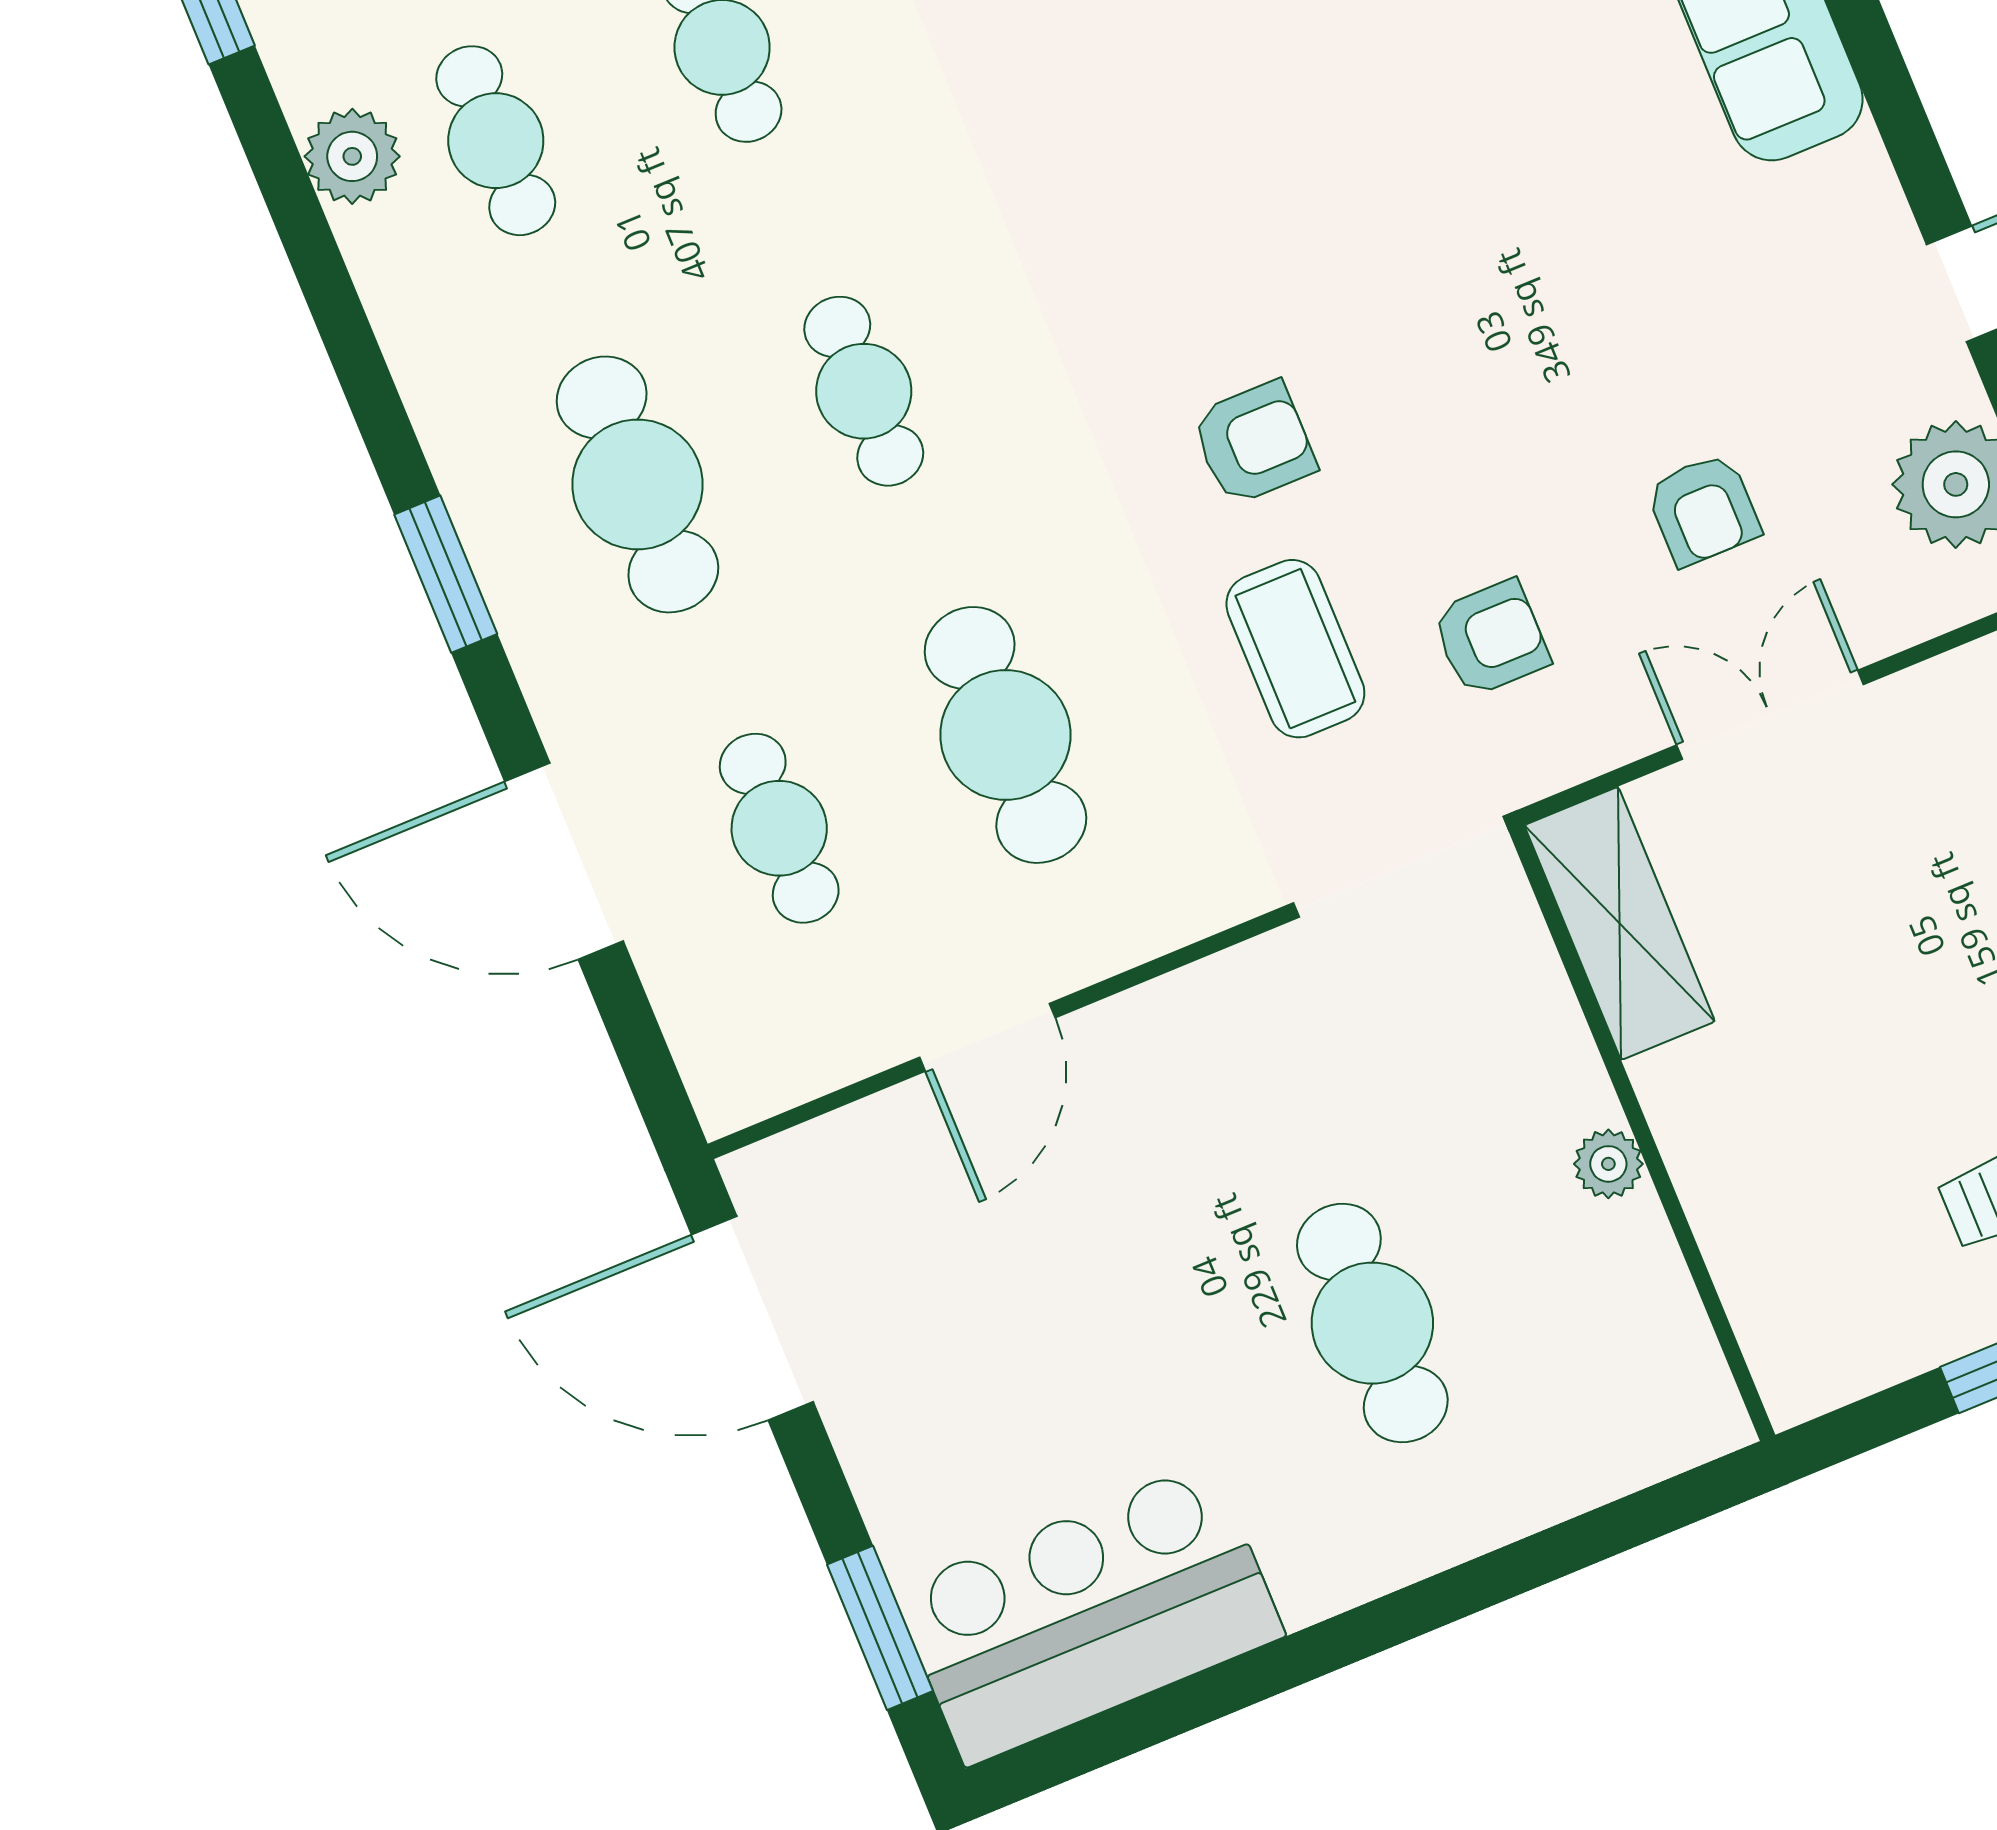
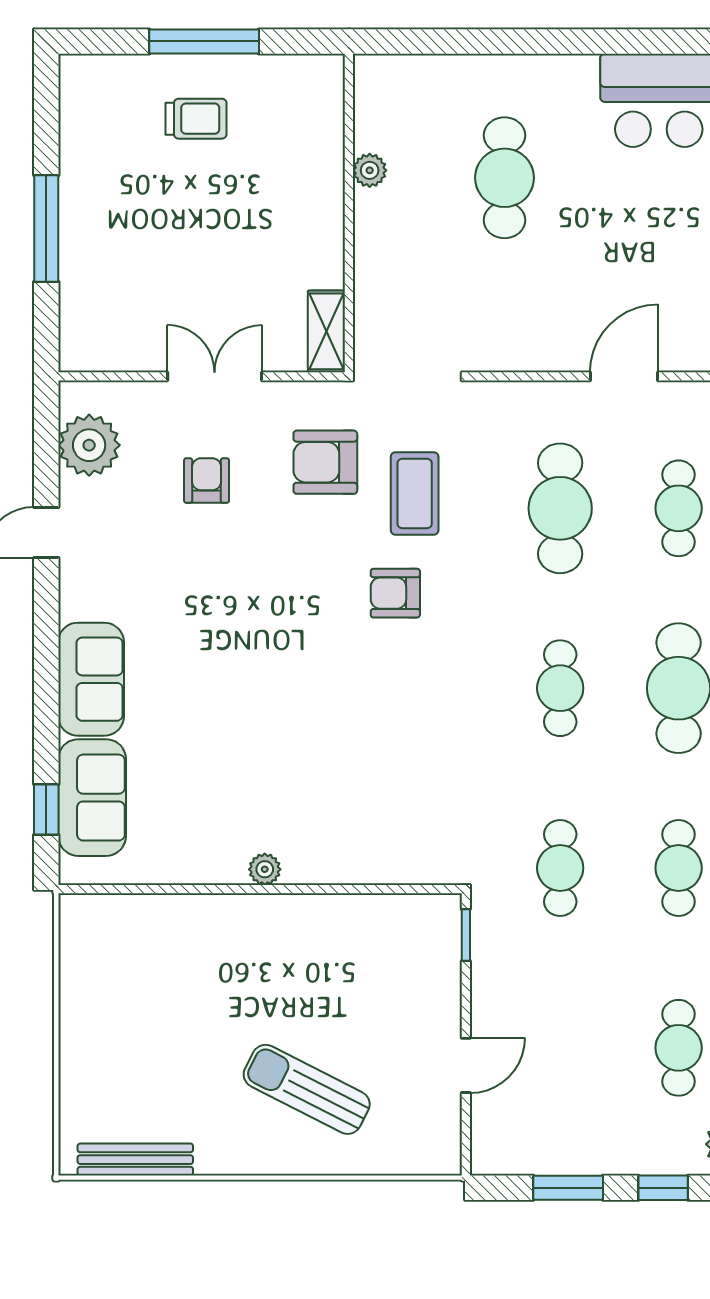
armchair: (1491, 638) -> (325, 462), width x1.38, depth x1.38
double door: (1770, 715) -> (215, 376), swing flipped
shelving: (1620, 923) -> (326, 331), width x0.67, depth x0.75
plant: (1608, 1164) -> (370, 170), moved

